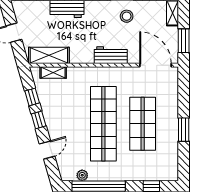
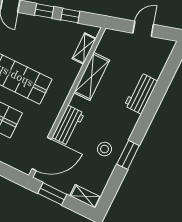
shelving: (49, 55) -> (92, 76), moved
workbench: (111, 55) -> (68, 125), moved

